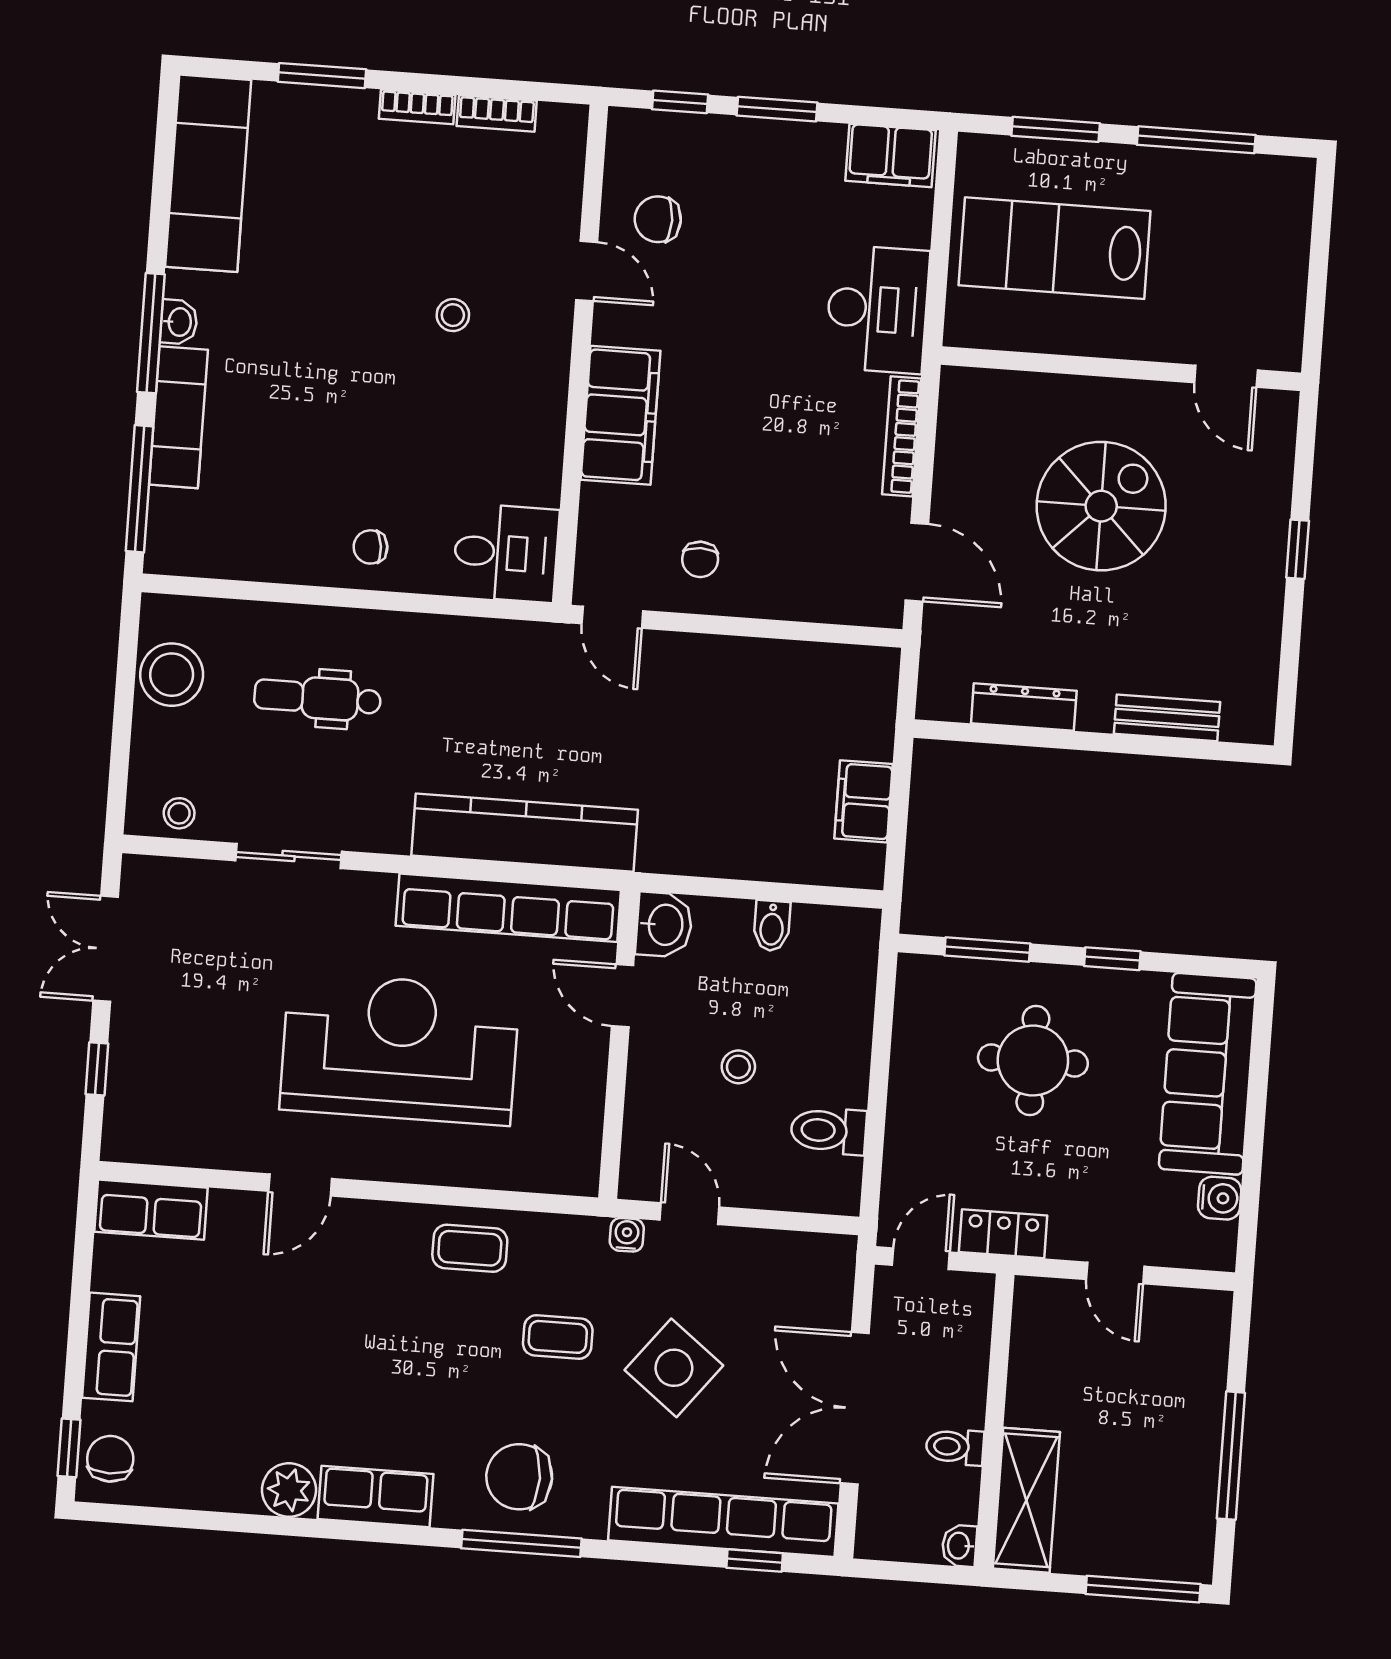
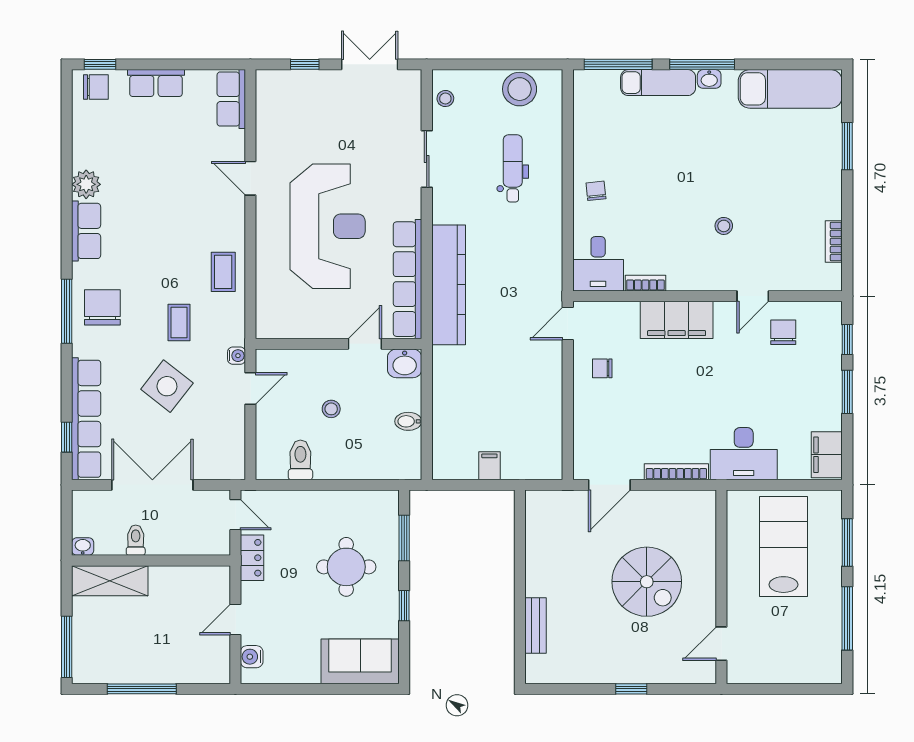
bookcase: (417, 107) -> (645, 283), moved, turned 90
dresser: (1024, 707) -> (536, 548), removed
filing cabinet: (864, 801) -> (489, 466), width x0.50
sofa: (1208, 1074) -> (360, 661), width x0.73
water cooler: (1220, 1198) -> (252, 657), moved, turned 90

